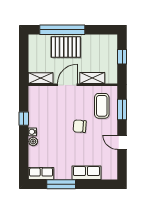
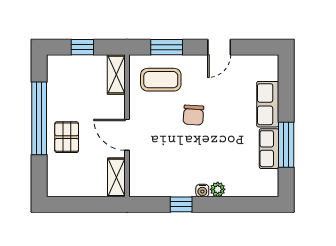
window: (62, 30) -> (39, 118), moved
pallet: (66, 47) -> (67, 137), width x0.67, depth x0.71
shelving: (92, 78) -> (116, 74), moved
row of seats: (41, 173) -> (269, 149), moved

